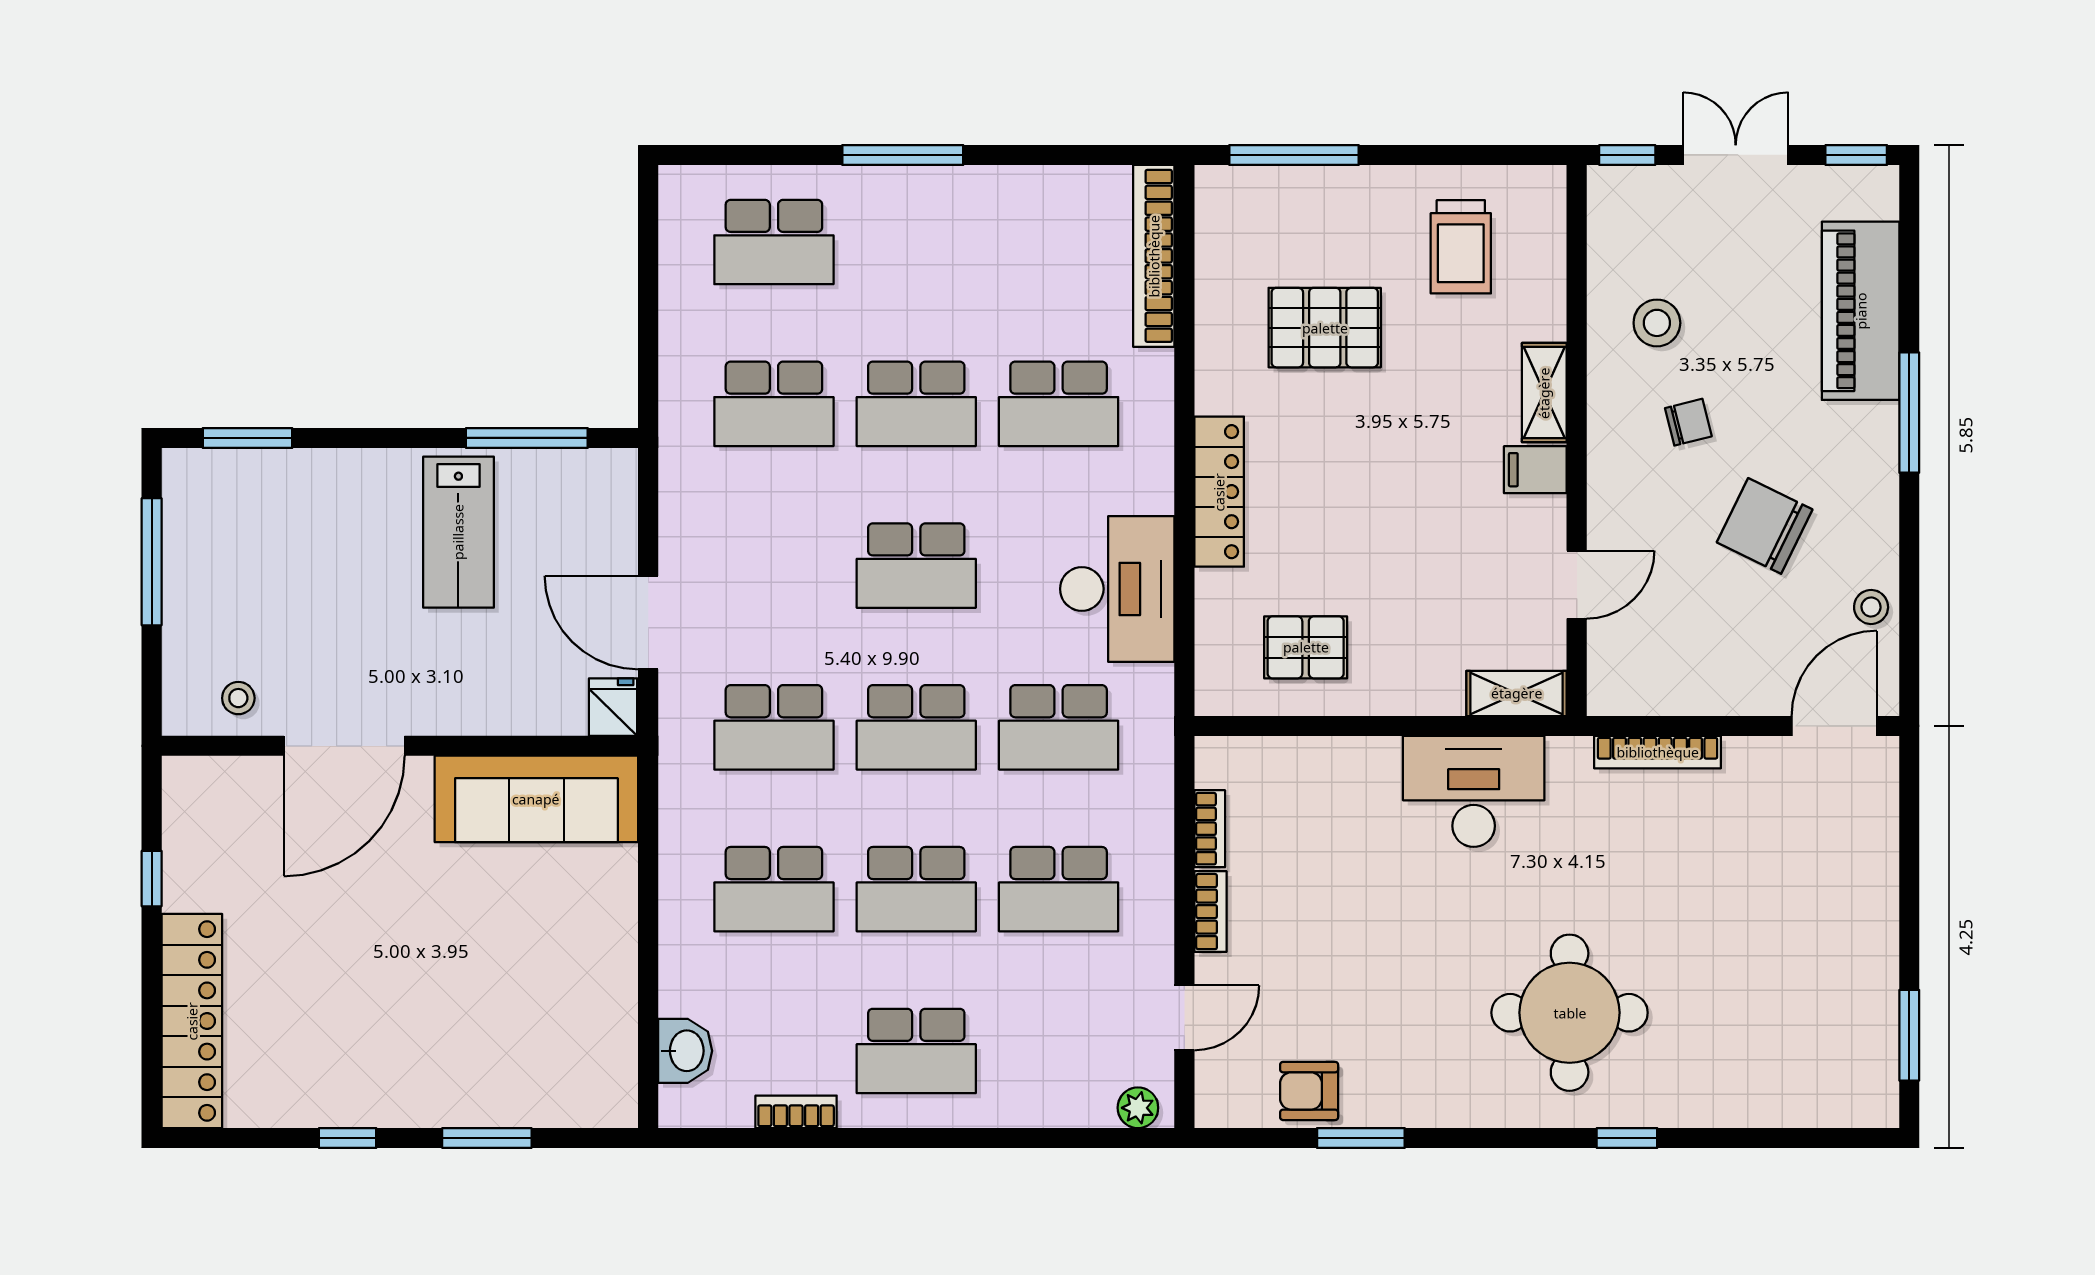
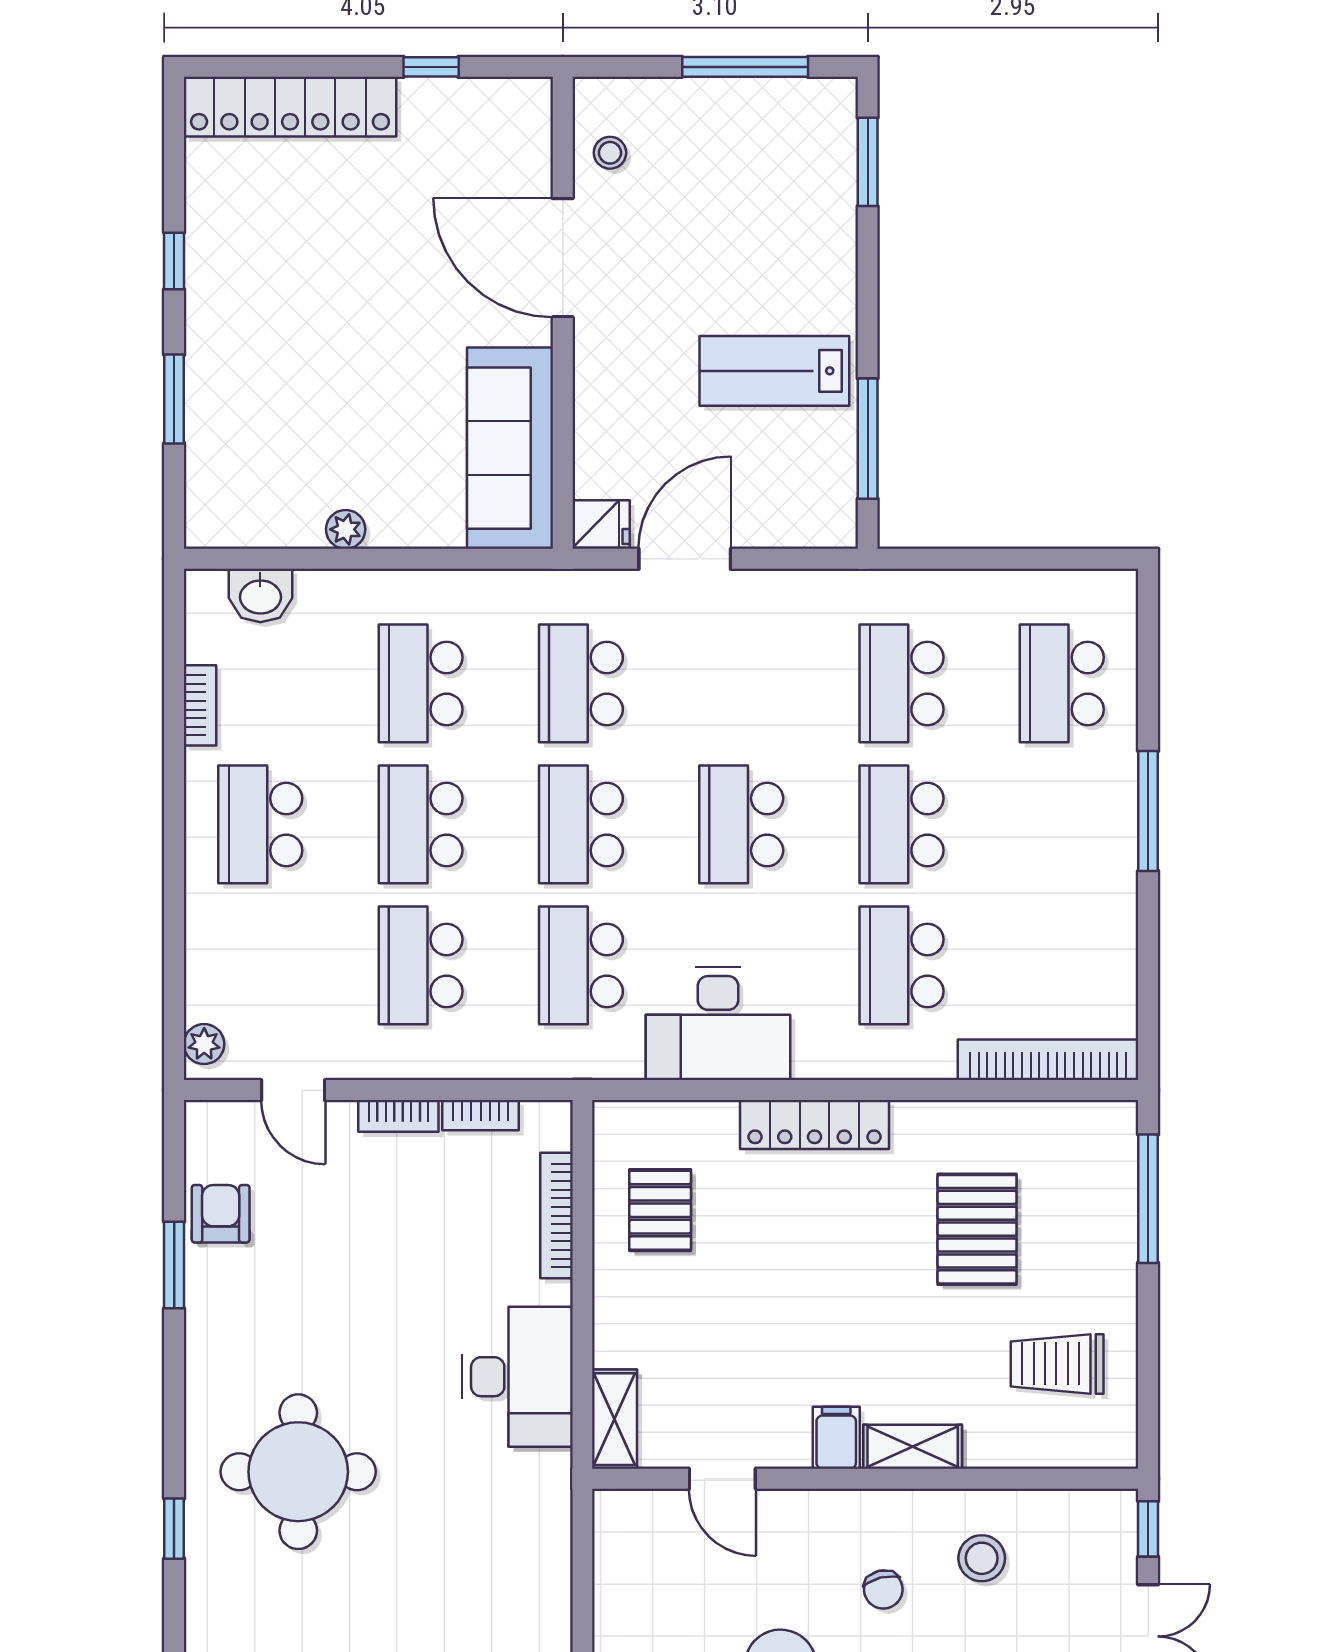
bookcase: (1658, 752) -> (556, 1216), moved
plant: (618, 965) -> (346, 529), added

